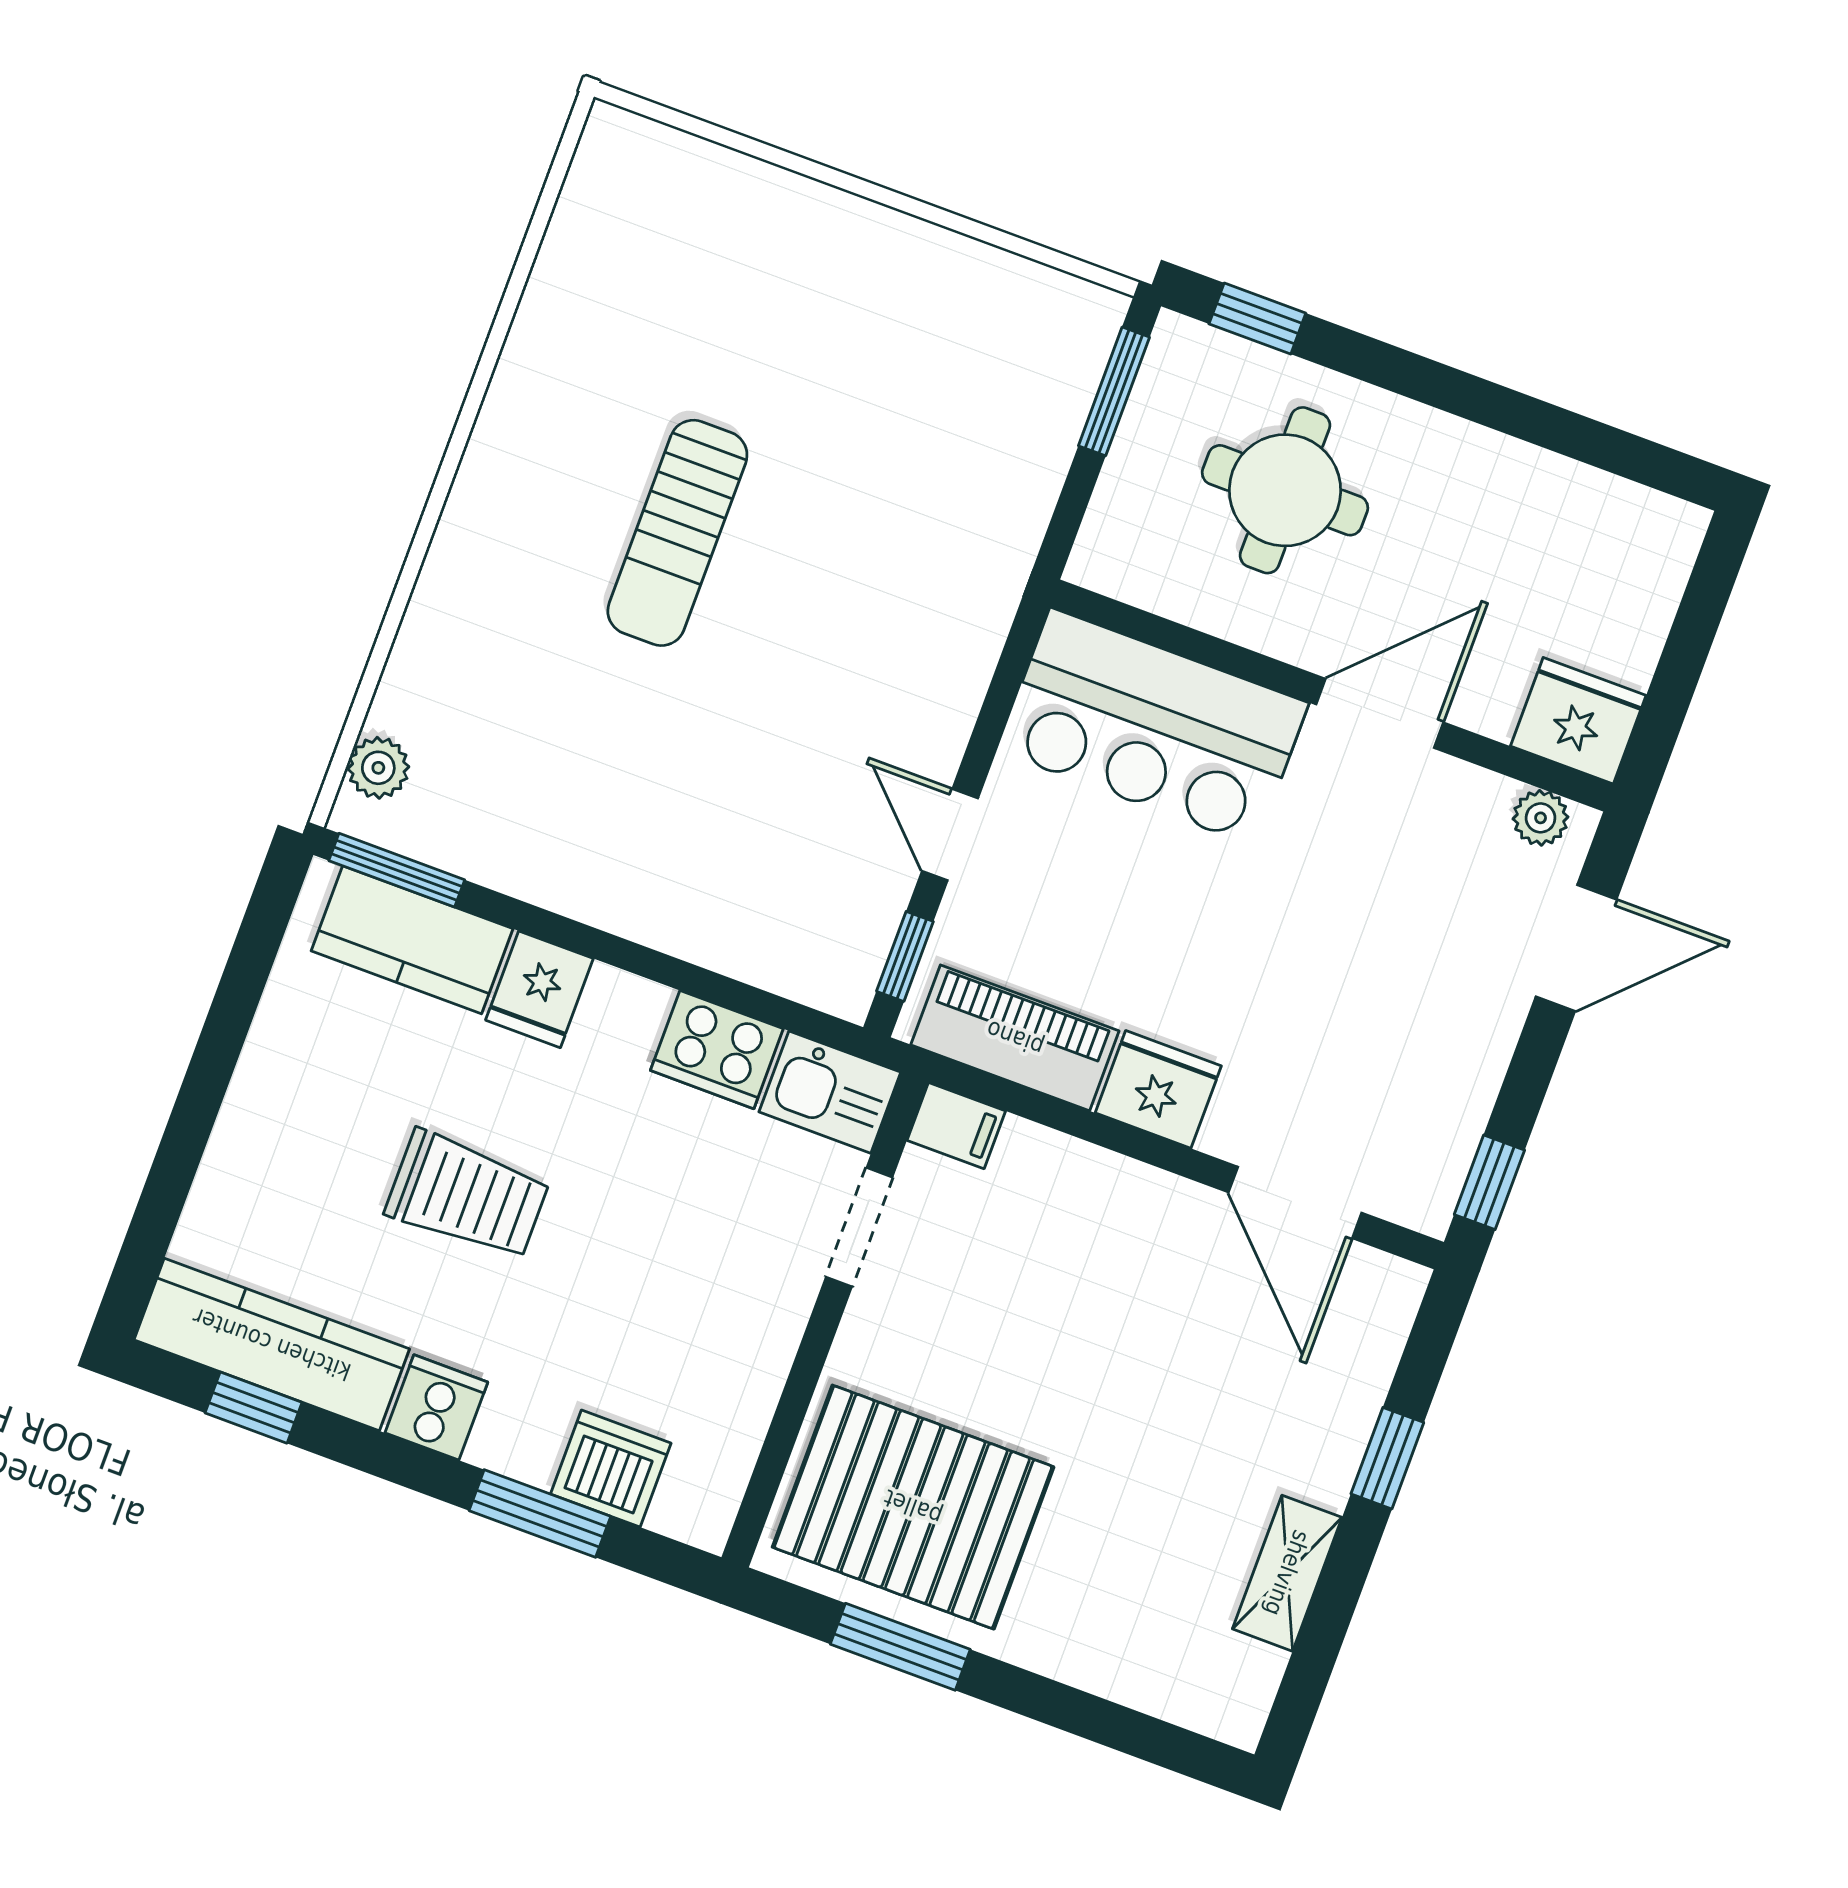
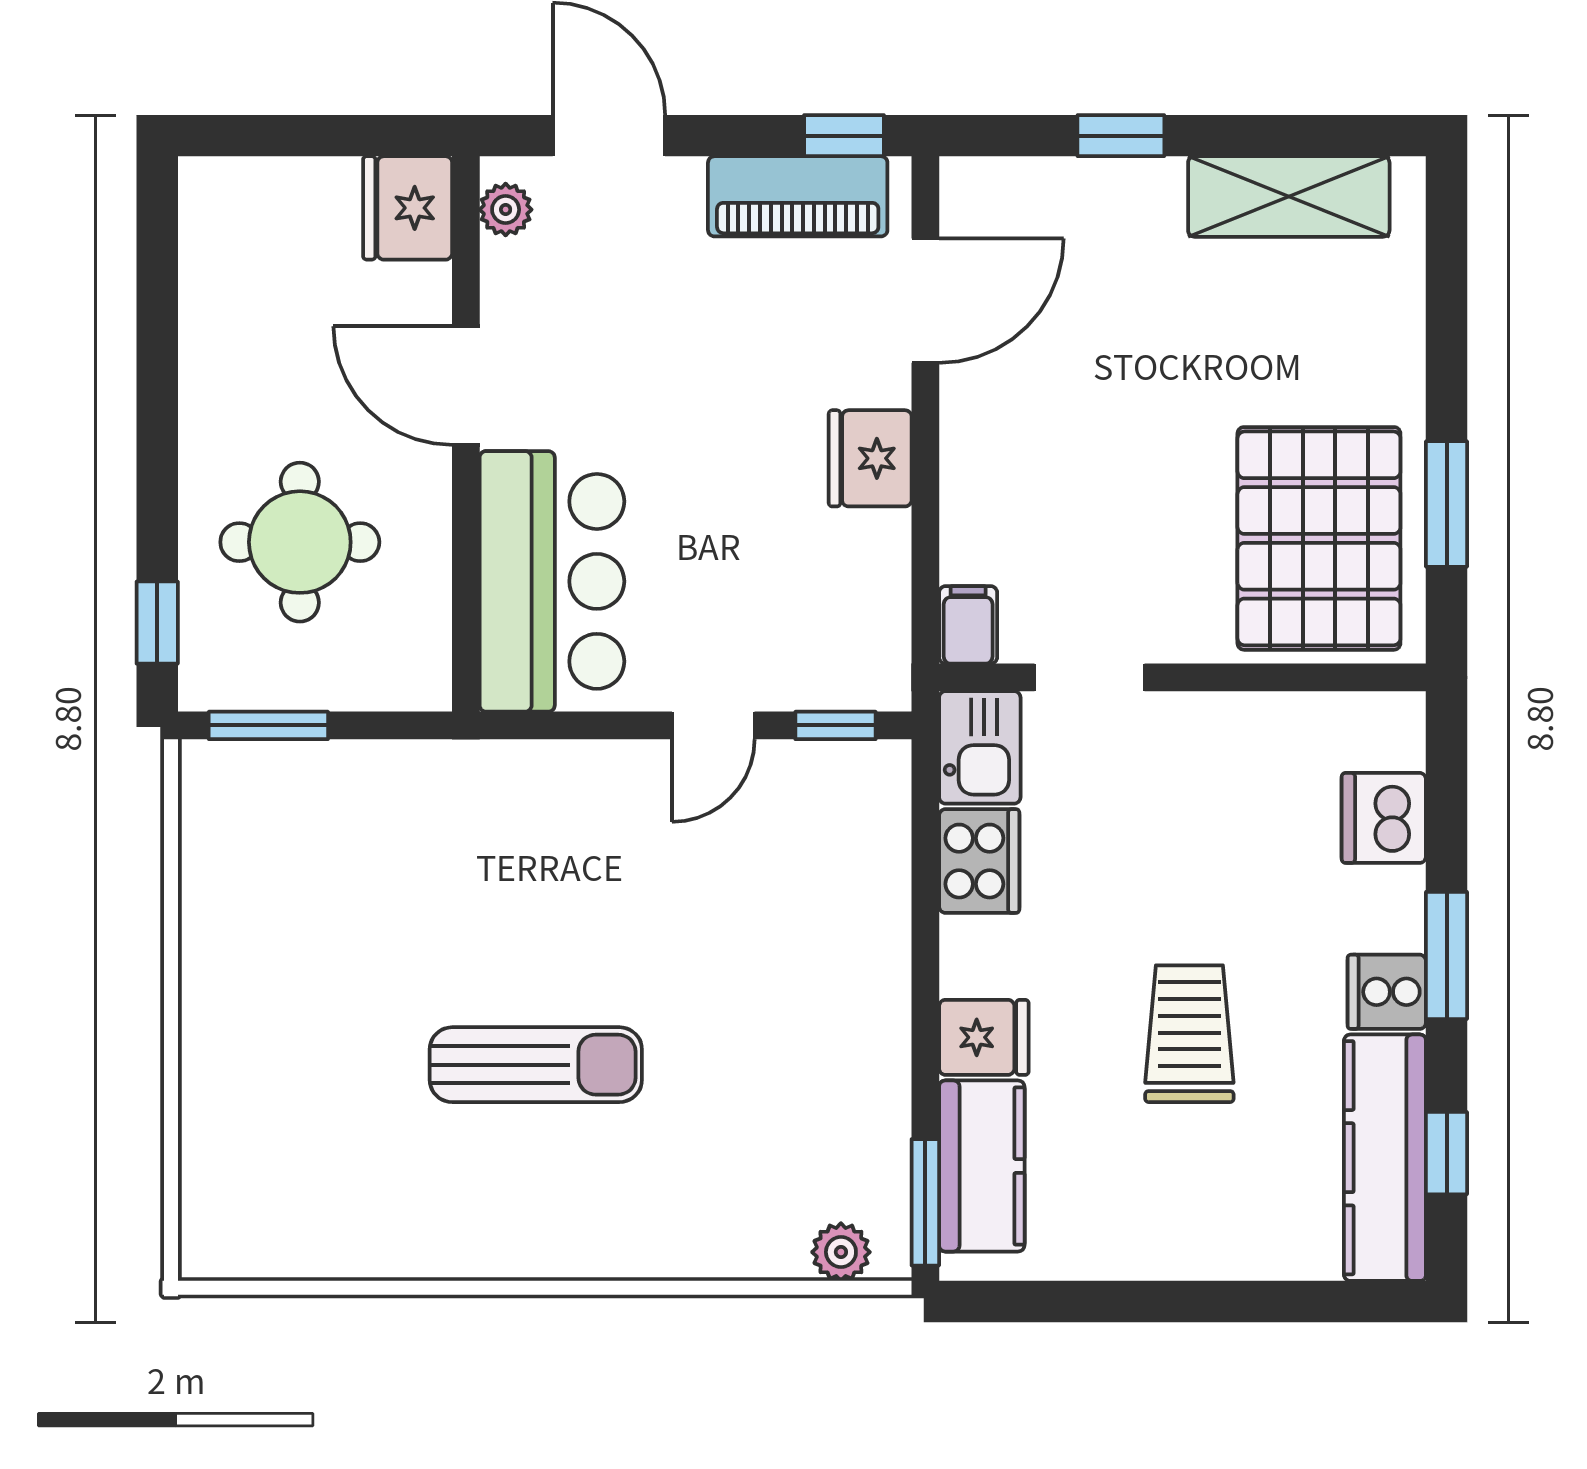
piano: (1015, 1038) -> (798, 196), moved, turned -90
window: (540, 1513) -> (1447, 955), moved
shelving: (1287, 1573) -> (1289, 197), width x1.50, depth x1.33

